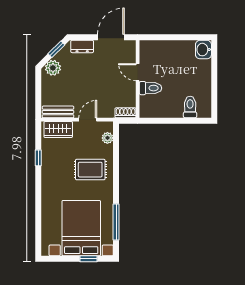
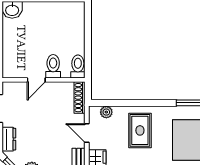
toilet: (190, 107) -> (78, 66), moved, turned 90
shoe rack: (126, 113) -> (79, 98), width x1.43

